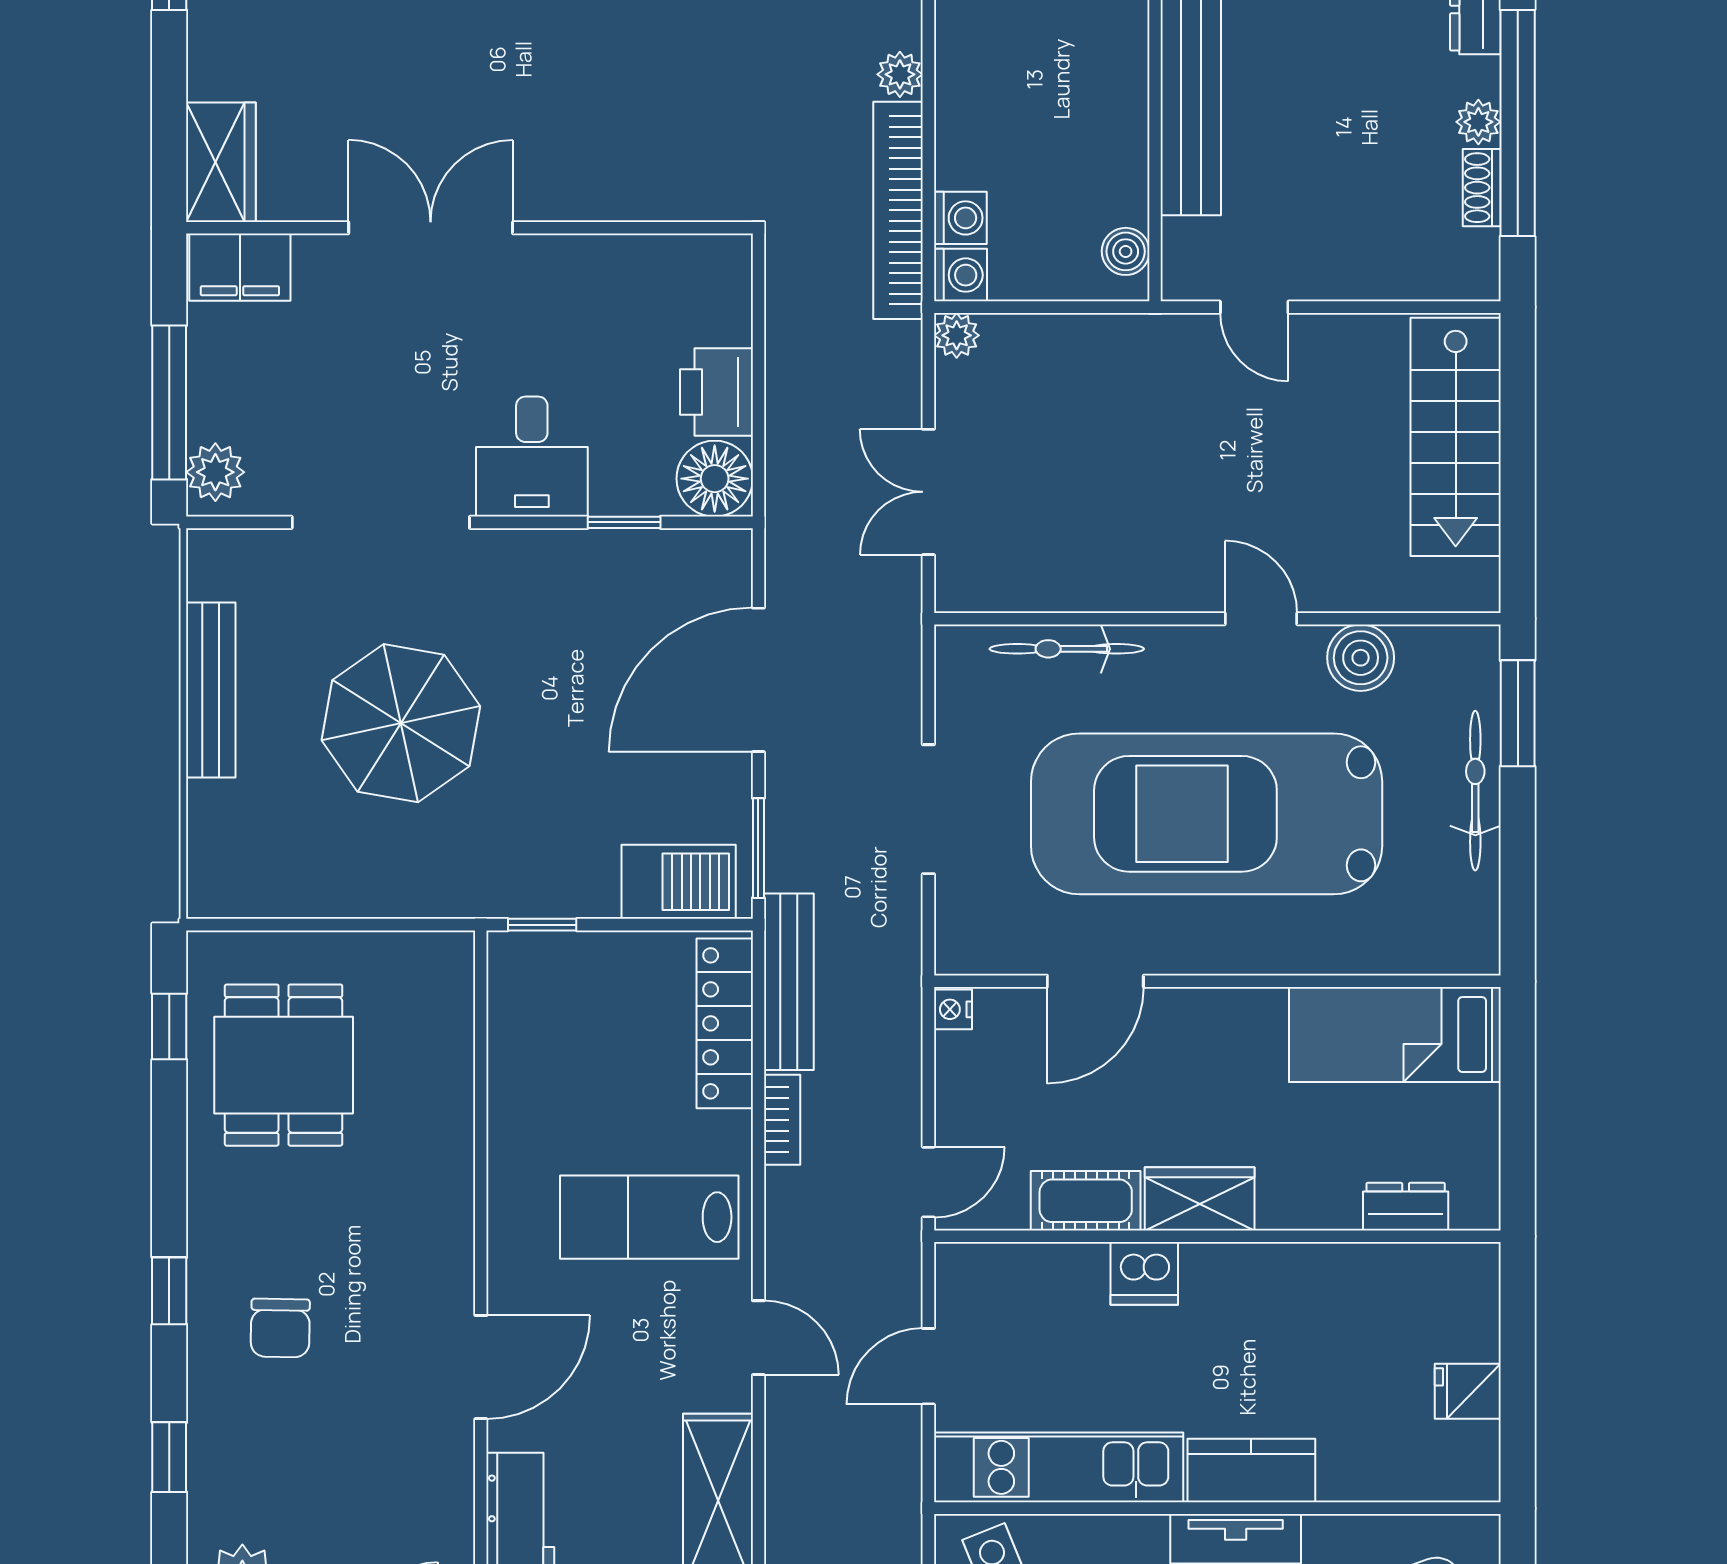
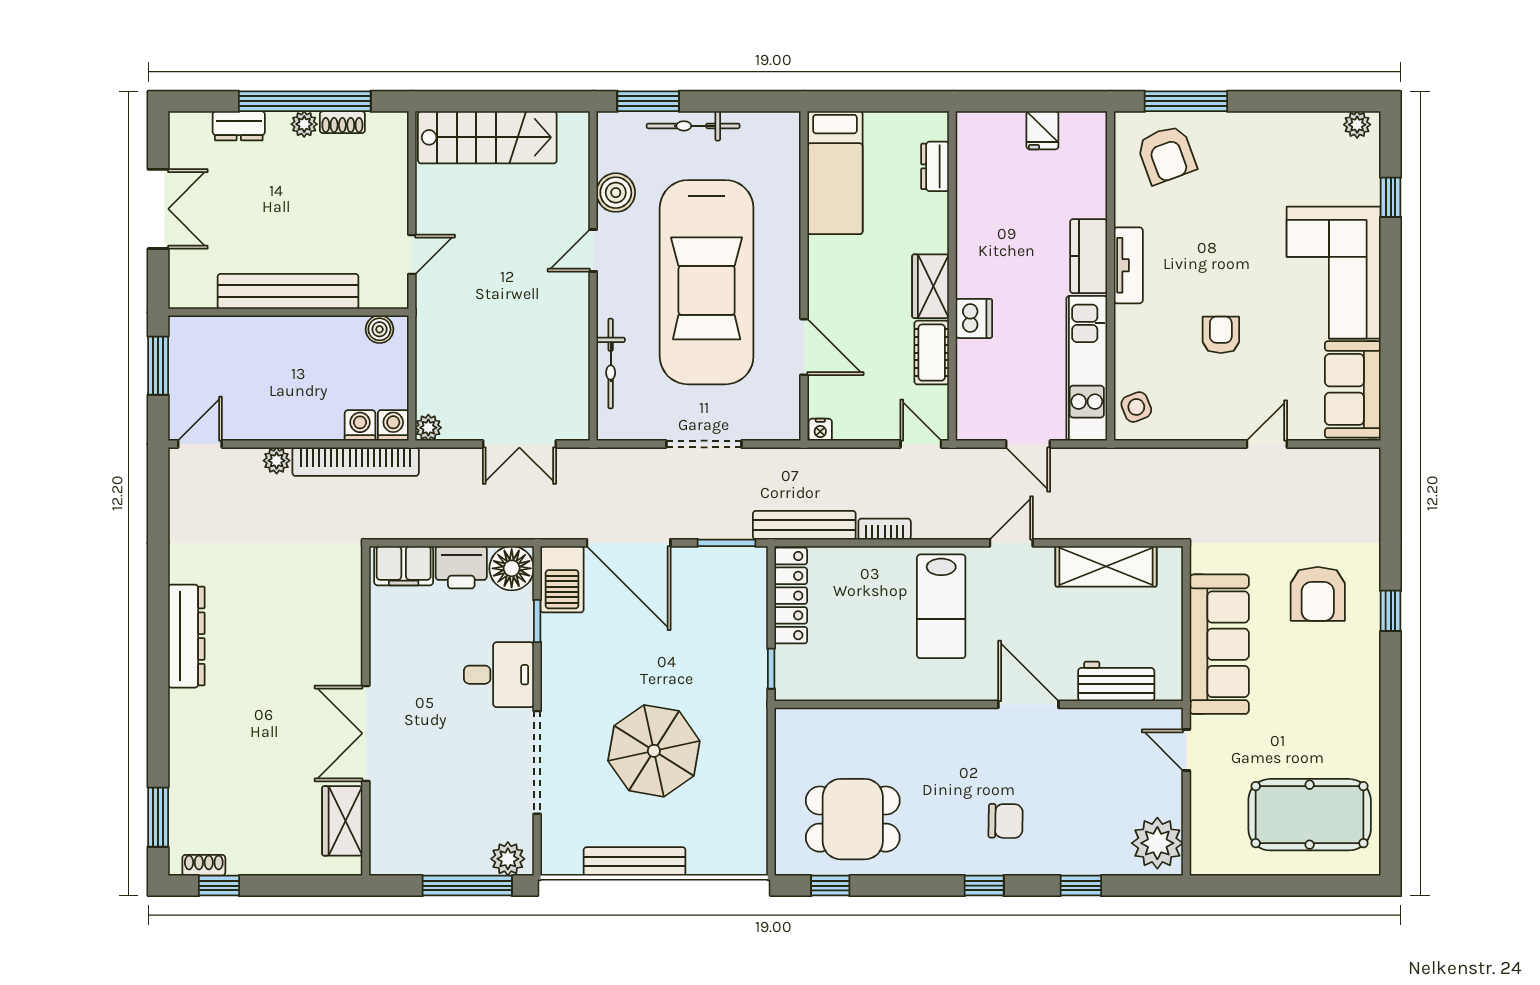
wardrobe: (221, 162) -> (342, 821), moved, turned -90
filing cabinet: (240, 267) -> (404, 566), moved, turned 90
barbecue: (679, 882) -> (562, 579), moved, turned 180
locker: (725, 1023) -> (791, 596), moved, turned -90

